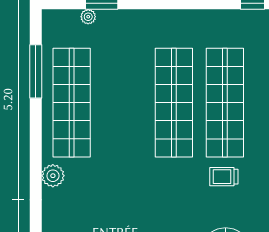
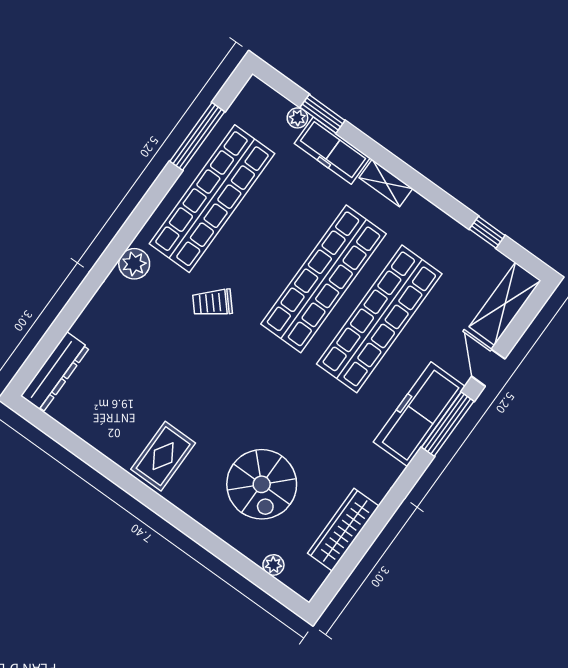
shelving: (170, 18) -> (386, 183), added
freezer: (123, 21) -> (332, 151), added
trolley: (224, 177) -> (212, 303), moved, turned -41

